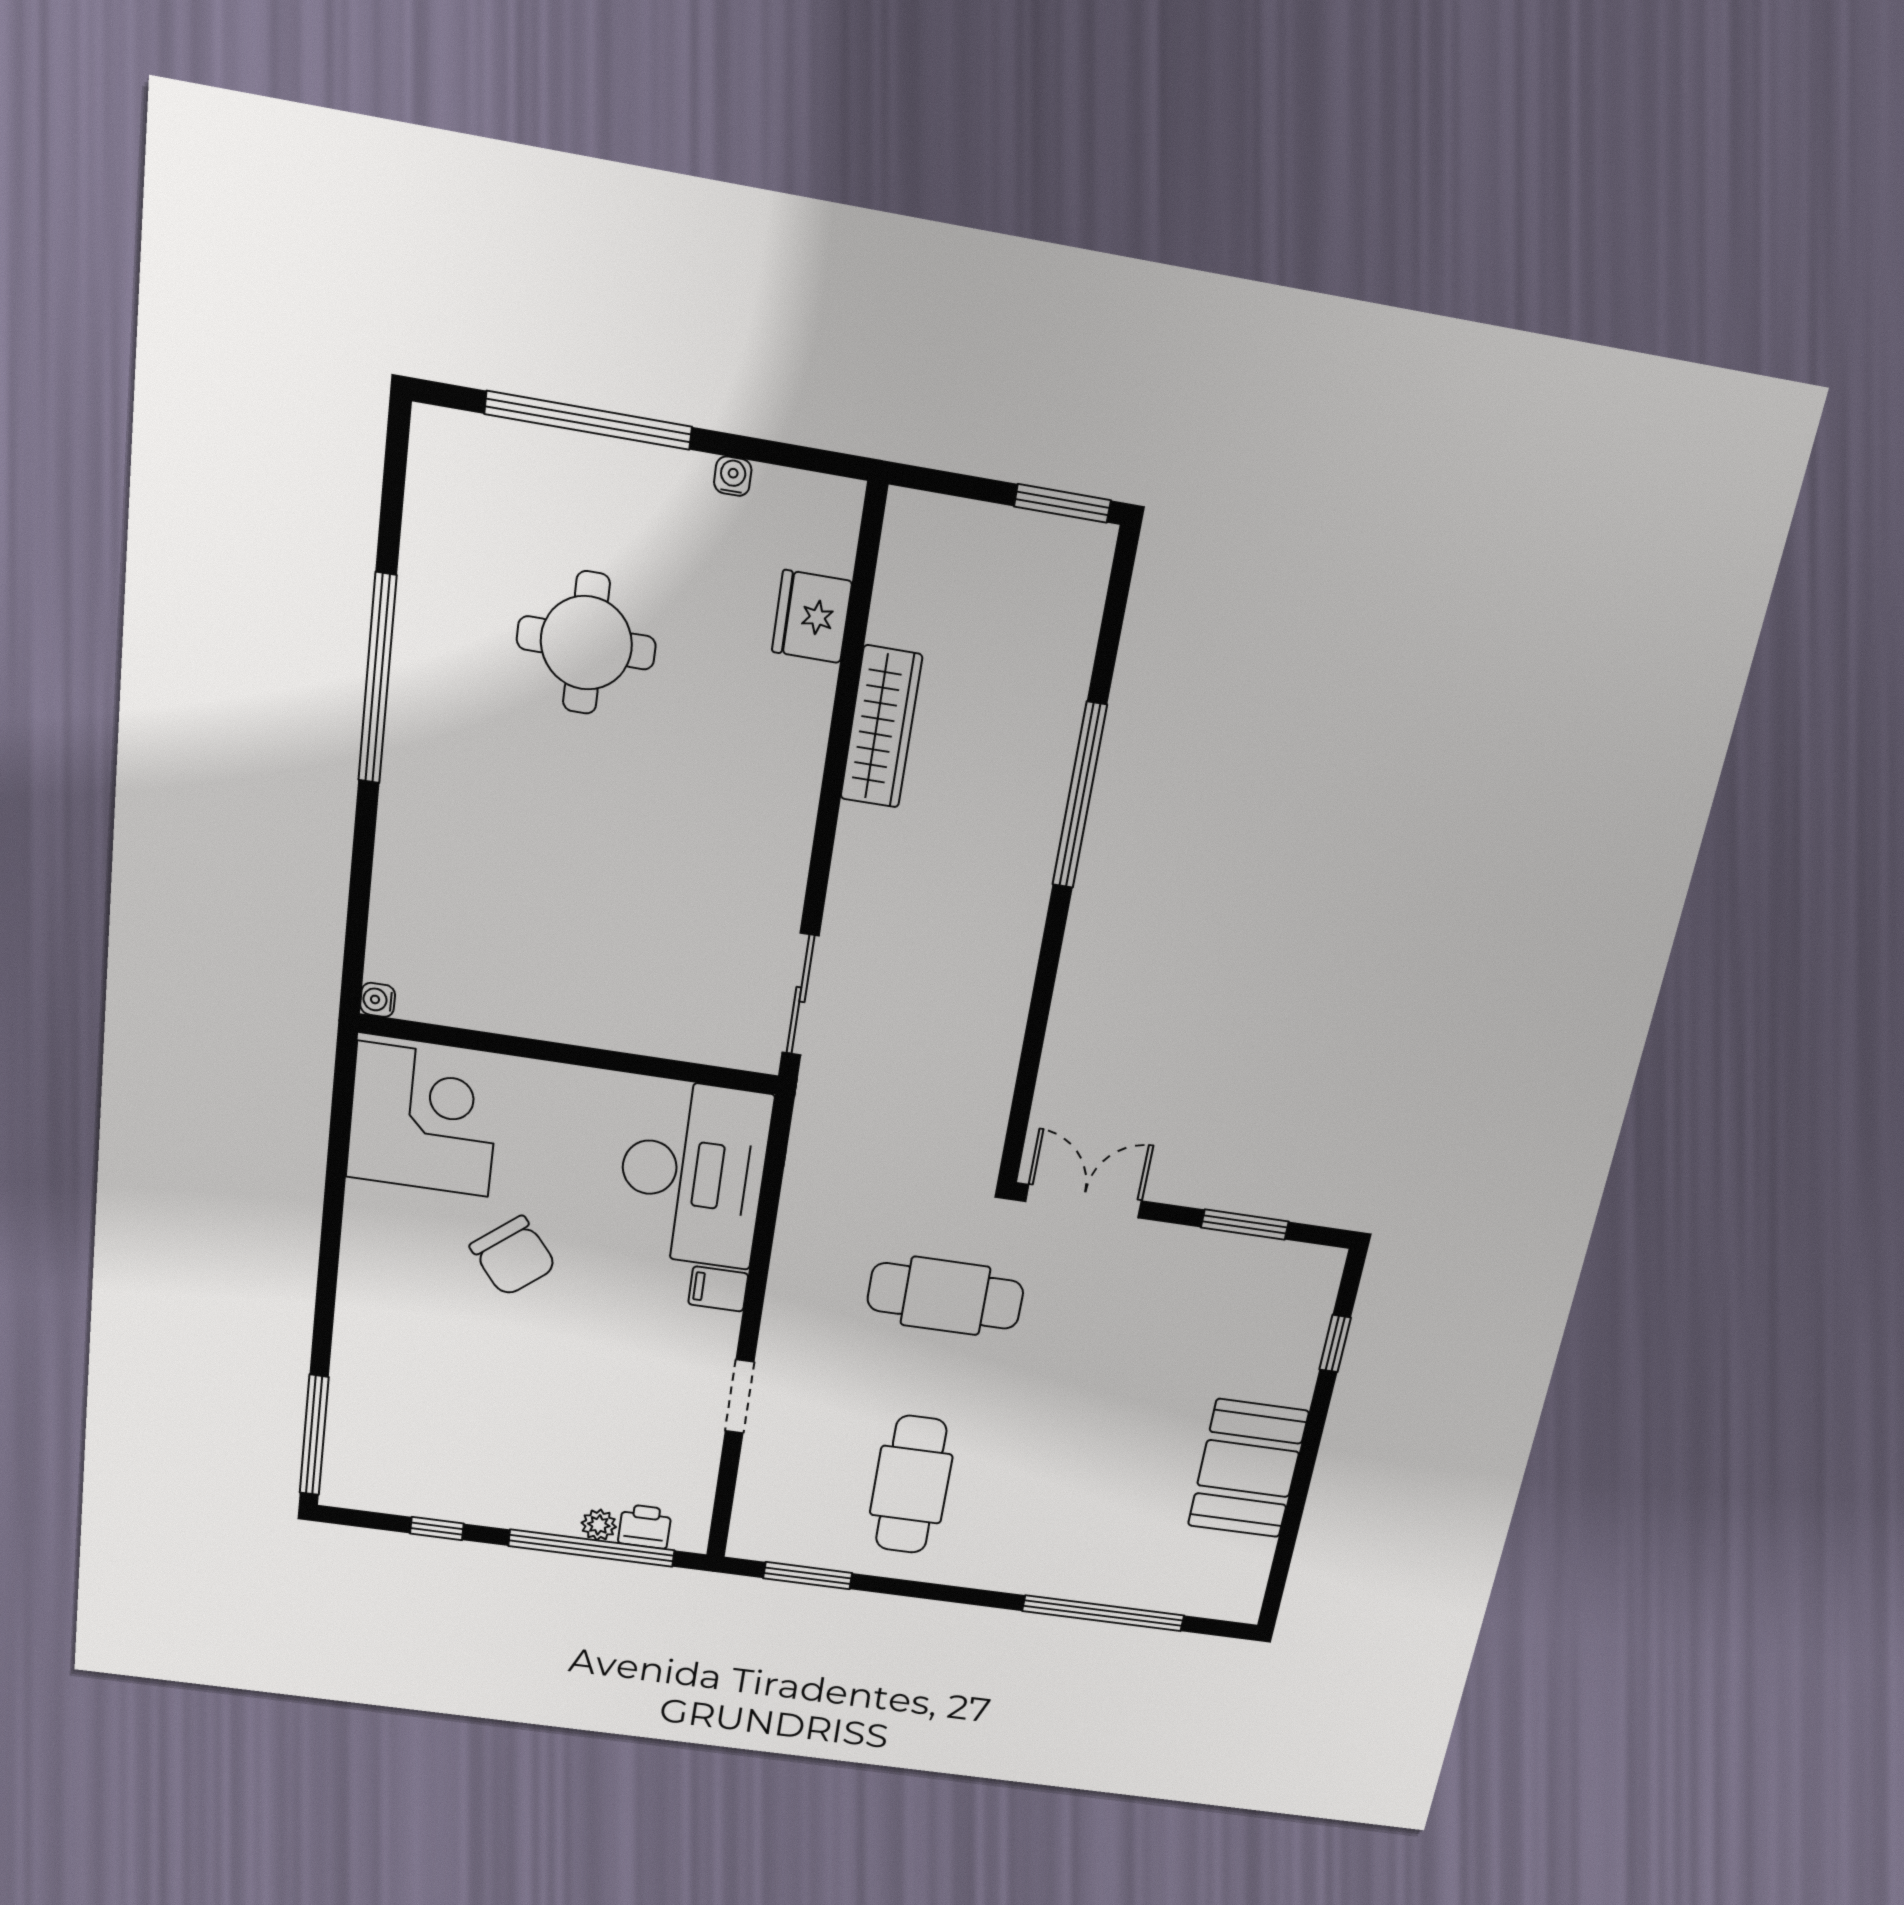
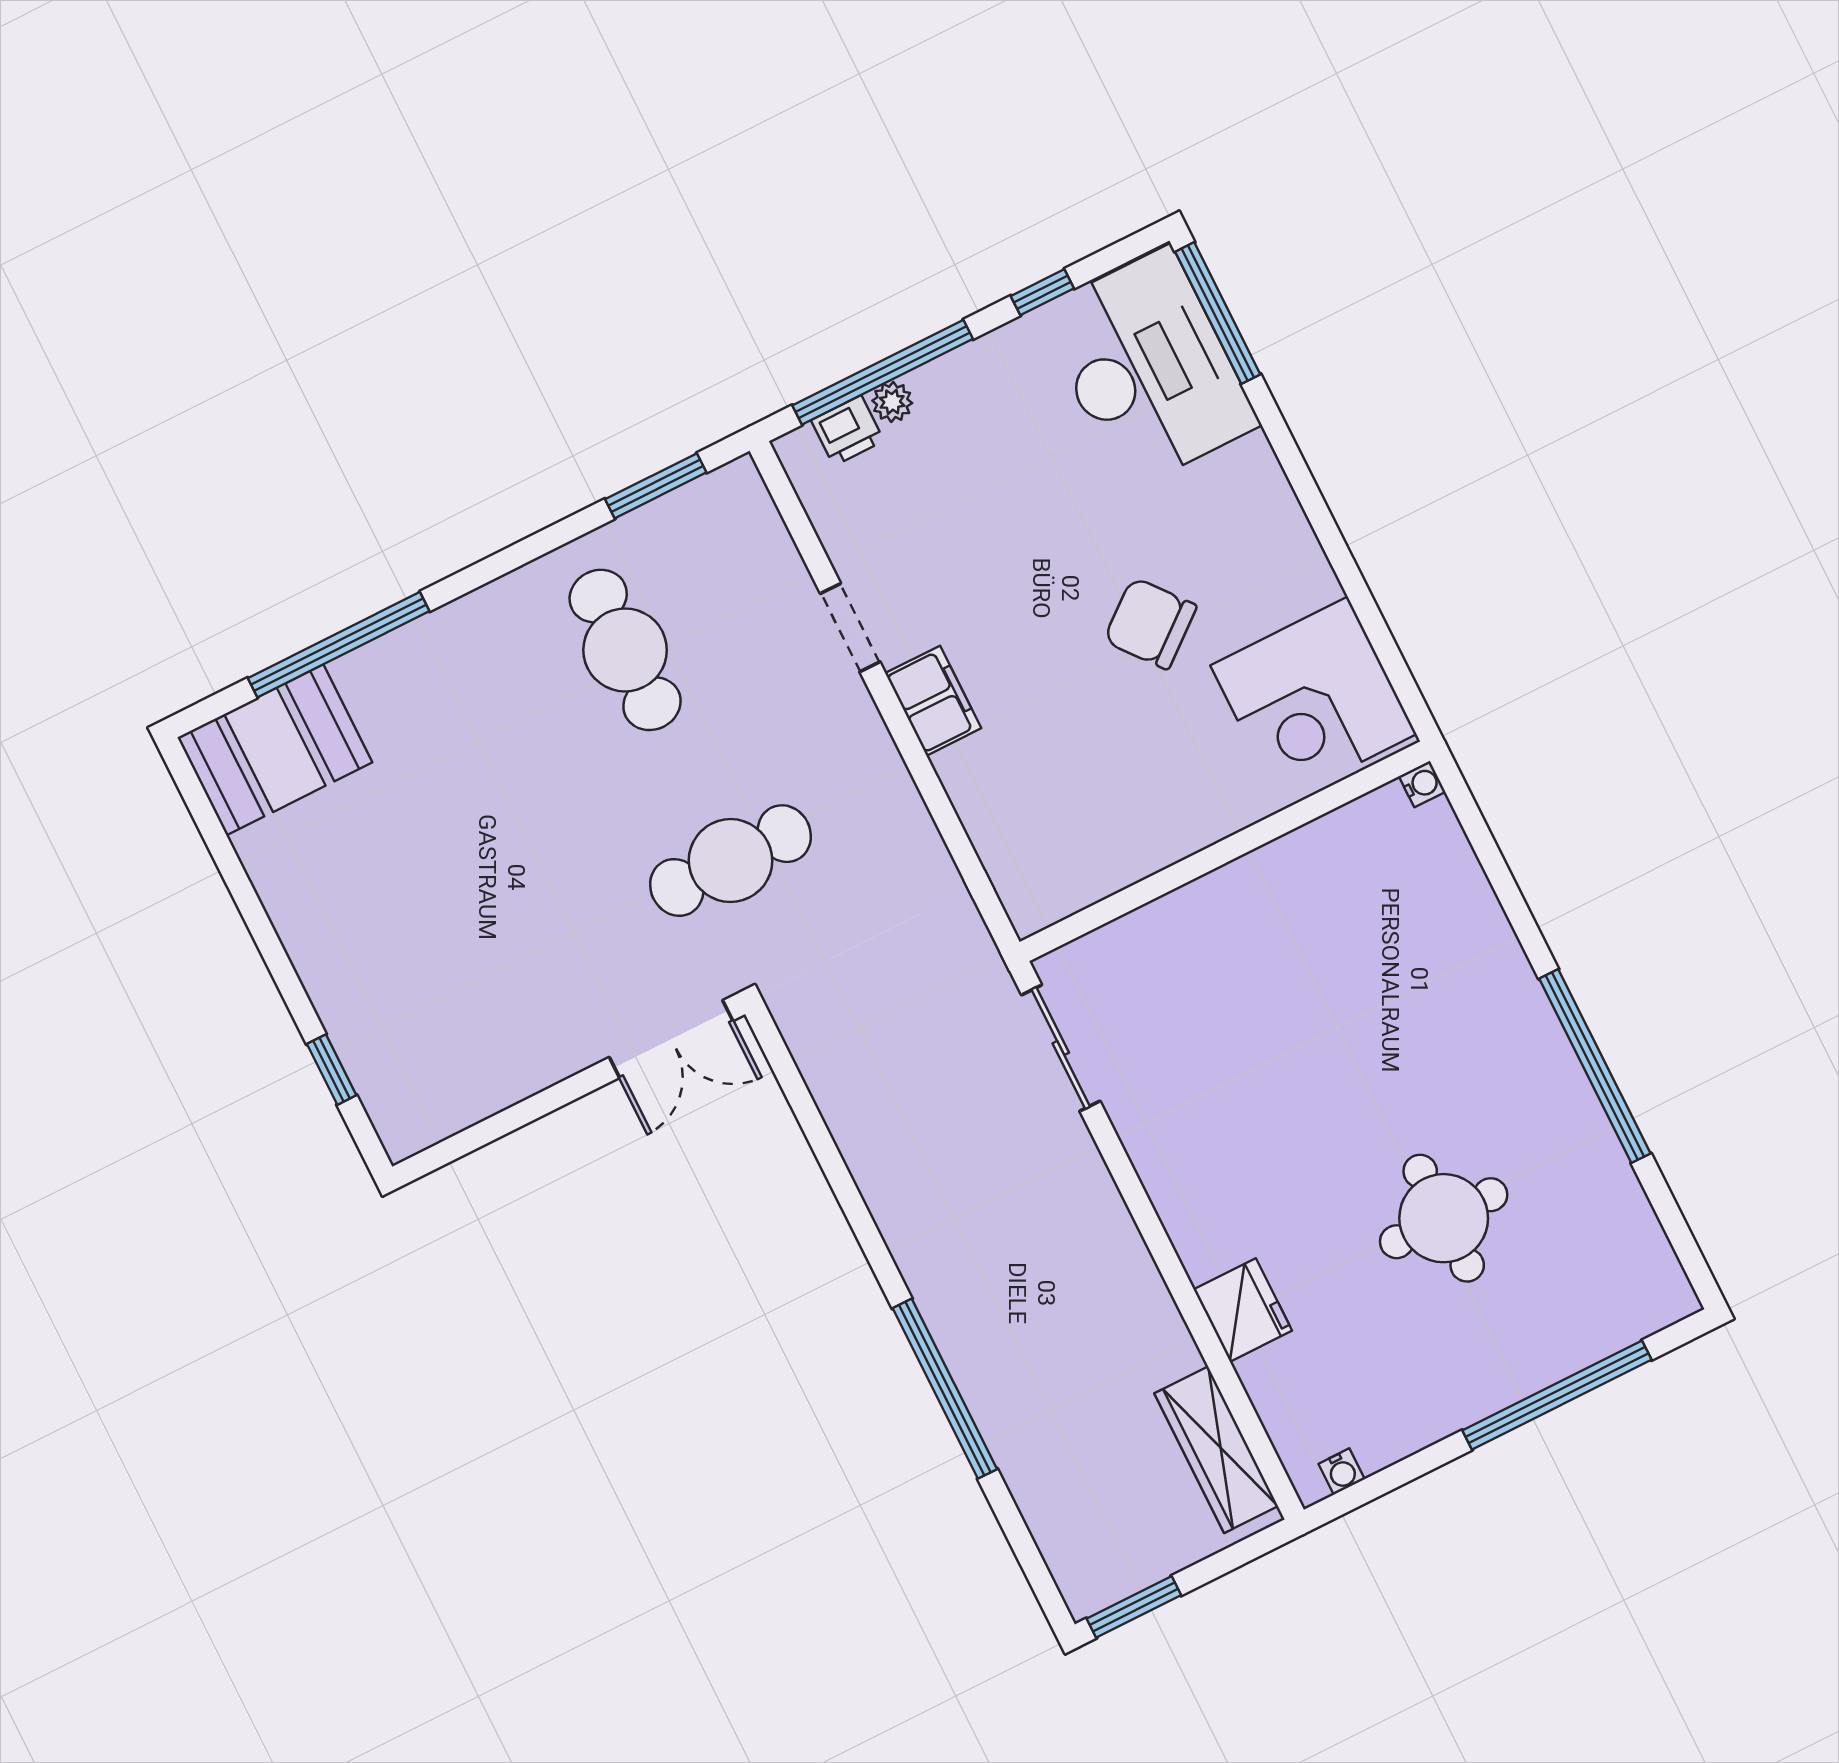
water cooler: (733, 476) -> (1342, 1472), moved
fridge: (812, 617) -> (1243, 1310), moved
wardrobe: (881, 727) -> (1216, 1450), moved
desk: (693, 1173) -> (1148, 368), moved, turned 180
window: (1245, 1225) -> (507, 1121), removed
filing cabinet: (718, 1289) -> (933, 701), width x2.00
booth: (1248, 1469) -> (275, 750), moved, turned 90

